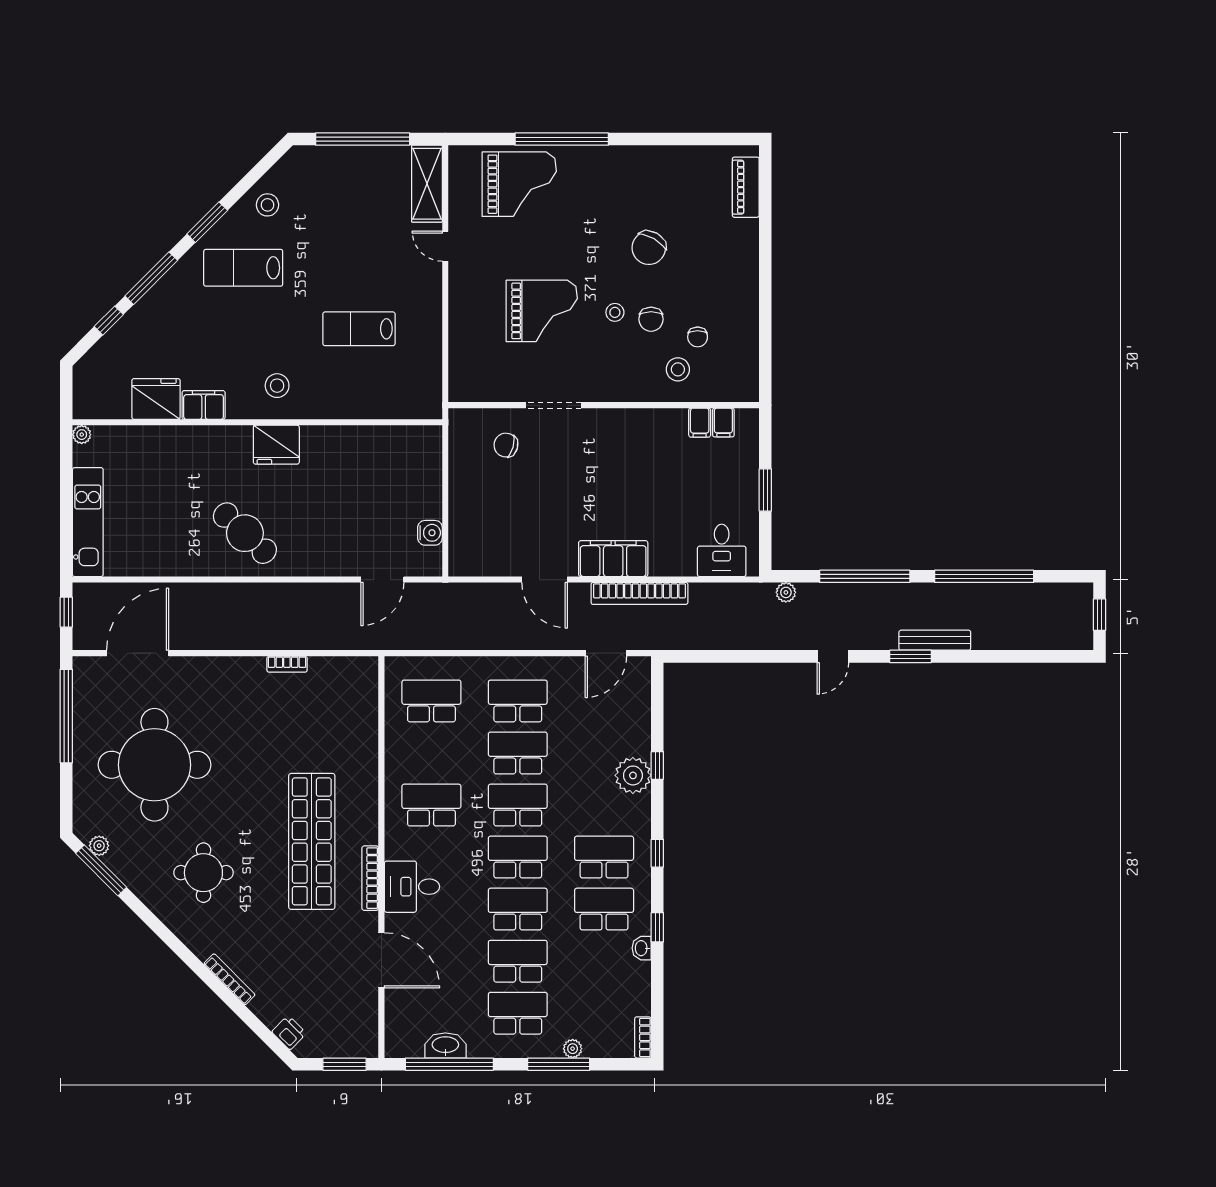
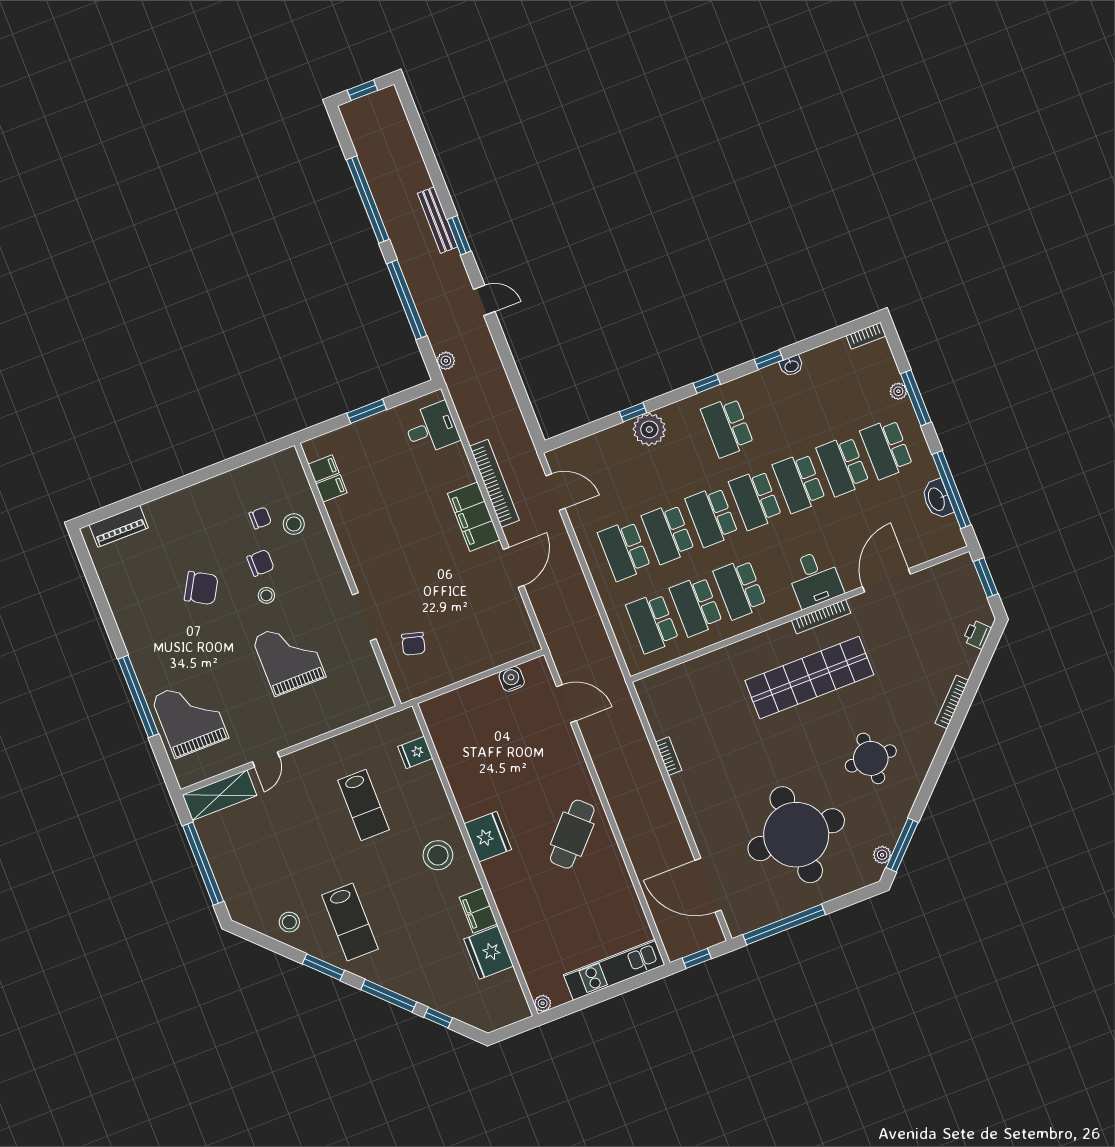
stool: (277, 386) -> (438, 855), width x1.38, depth x1.38
fridge: (393, 403) -> (415, 752), added
school desk: (604, 909) -> (696, 606), moved

